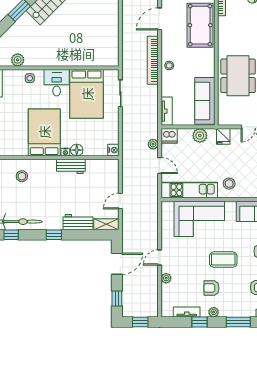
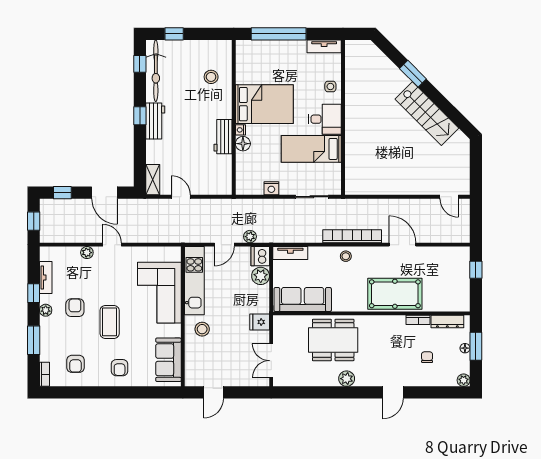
plant: (18, 60) -> (353, 72), removed
bed: (87, 94) -> (311, 149), width x0.67
plant: (200, 136) -> (261, 276), moved
nightstand: (113, 150) -> (271, 188), moved
workbench: (78, 222) -> (155, 121), moved

